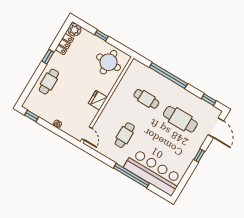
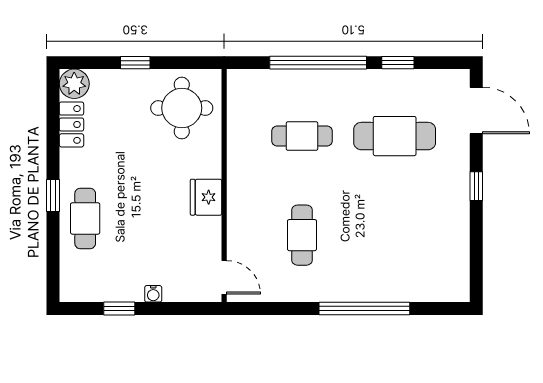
window: (48, 57) -> (53, 196), moved
window: (209, 100) -> (398, 63), moved
window: (32, 116) -> (119, 308), moved
bar counter: (153, 172) -> (404, 275), removed

